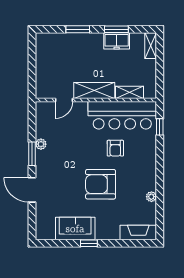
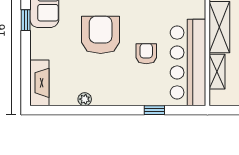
window: (160, 127) -> (154, 110), moved
armchair: (115, 148) -> (146, 54), turned 90

